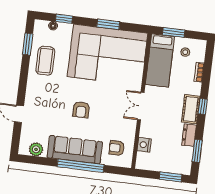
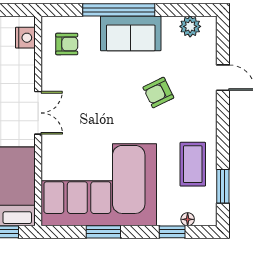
armchair: (81, 110) -> (158, 93), moved, turned -116
nightstand: (144, 145) -> (25, 38), moved
sofa: (75, 150) -> (131, 33), width x0.73

